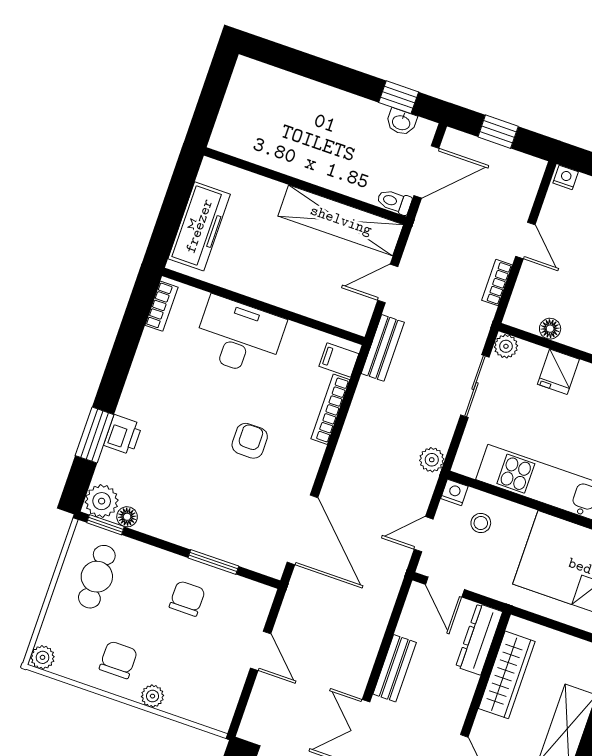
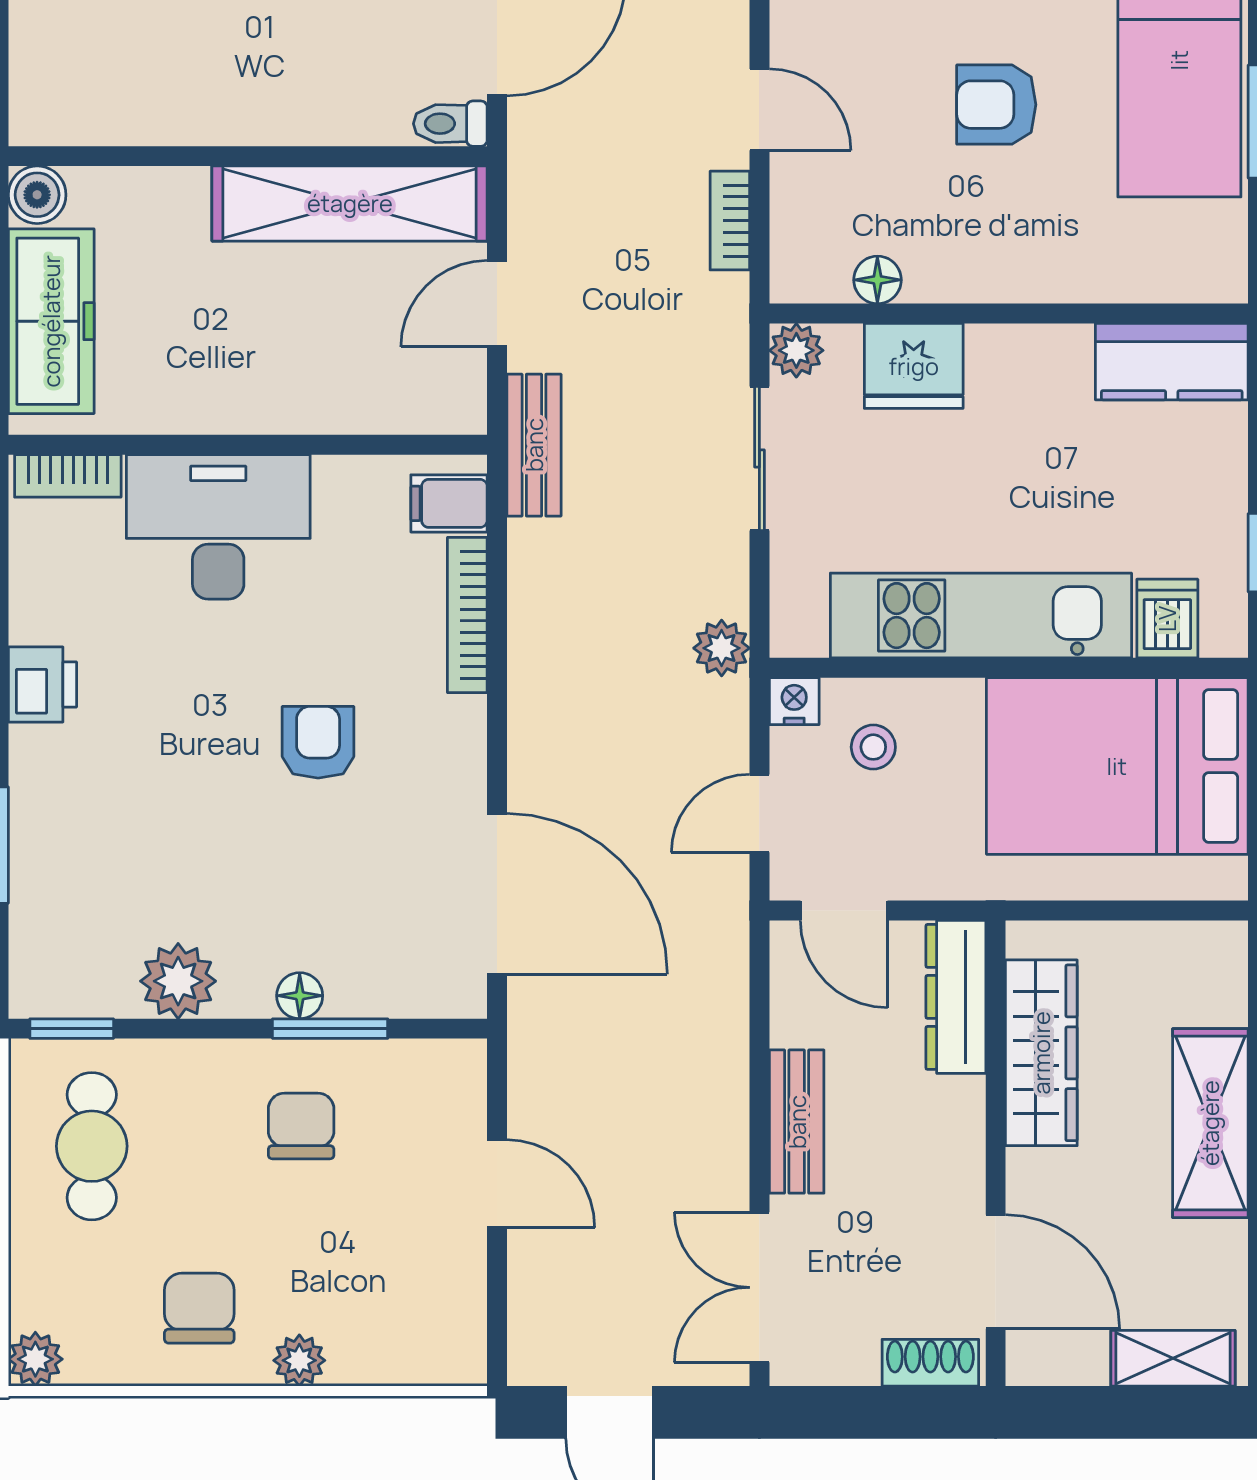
boiler: (212, 172) -> (37, 195), added
bookcase: (161, 306) -> (68, 476), moved, turned 90
fridge: (558, 372) -> (914, 366), width x1.38
printer: (123, 435) -> (42, 685), moved
plant: (102, 501) -> (178, 981), moved
floor lamp: (127, 517) -> (300, 996), moved

